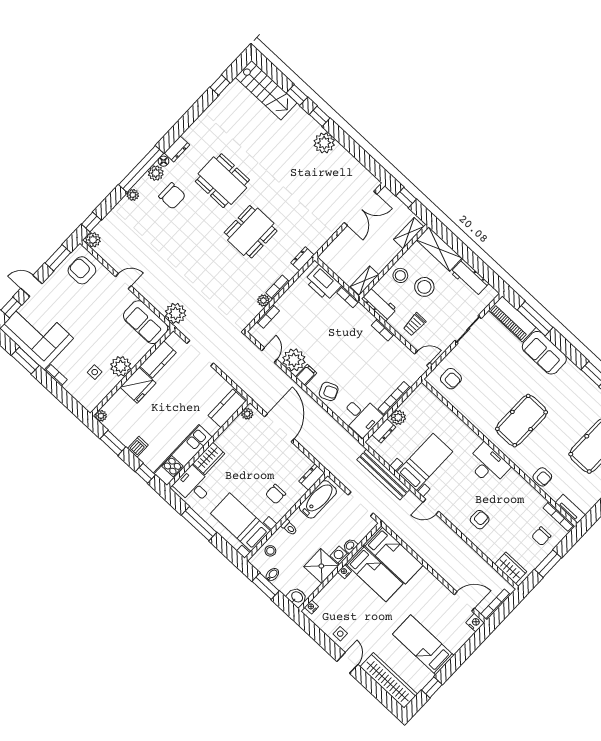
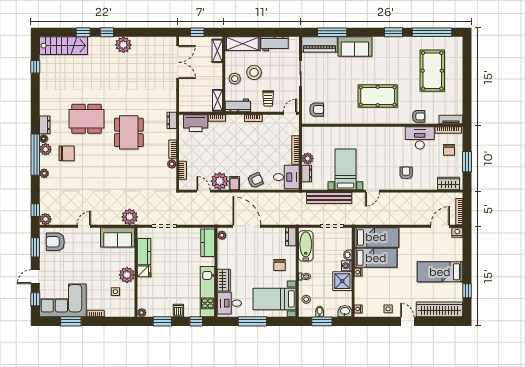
fridge: (138, 385) -> (144, 271), width x0.53, depth x0.75
pool table: (521, 421) -> (378, 96), turned 90
desk: (488, 465) -> (420, 138), moved

